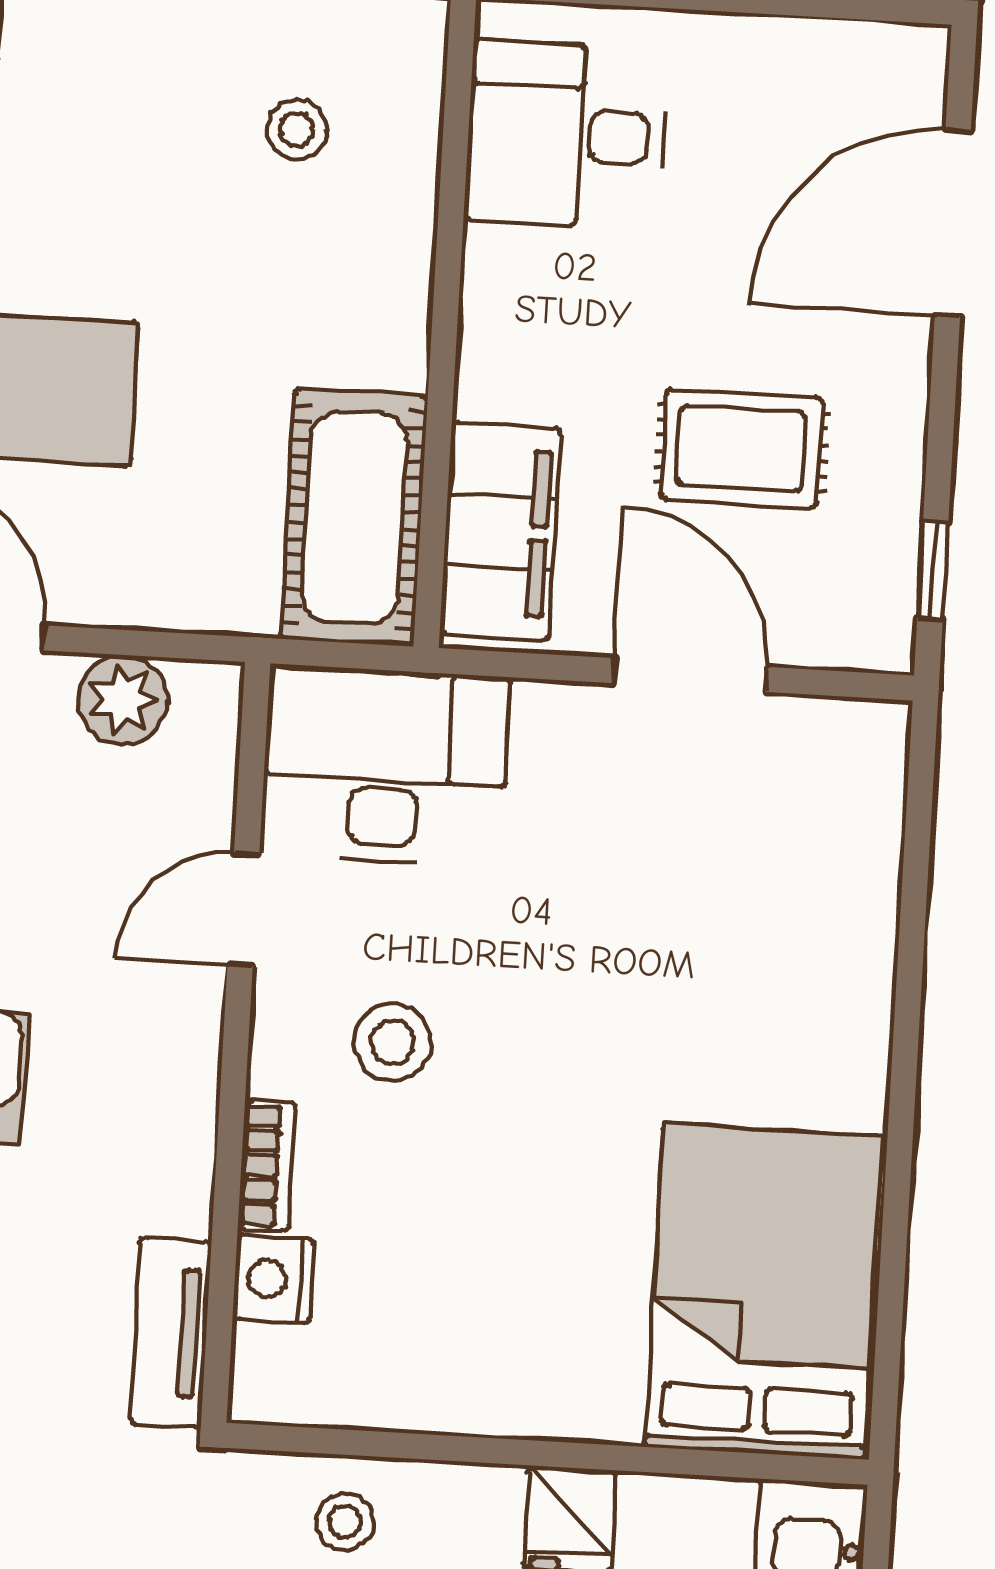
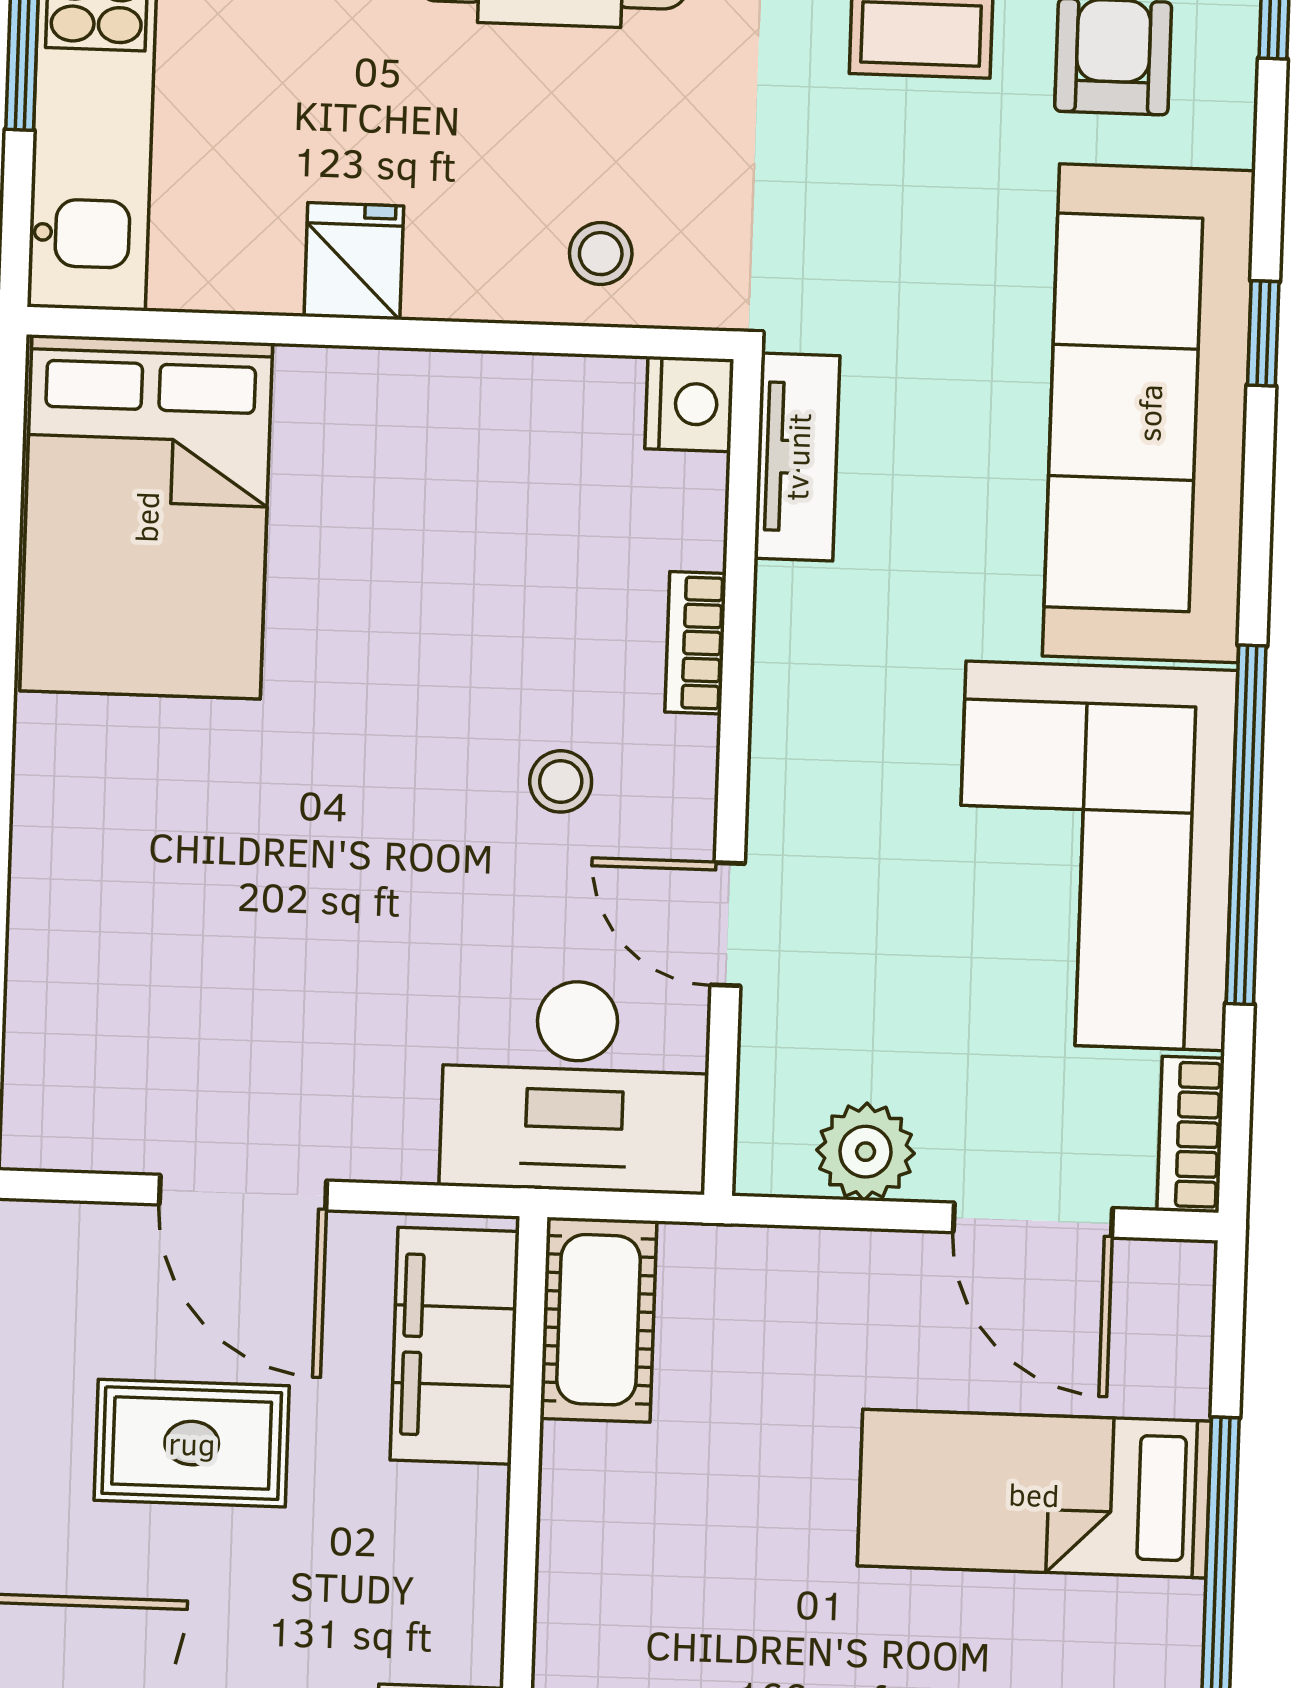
cot: (354, 517) -> (599, 1320), width x0.73, depth x0.75
door: (243, 909) -> (728, 924), swing flipped
stool: (392, 1042) -> (561, 781), width x0.73, depth x0.73
nightstand: (274, 1279) -> (689, 404), moved

